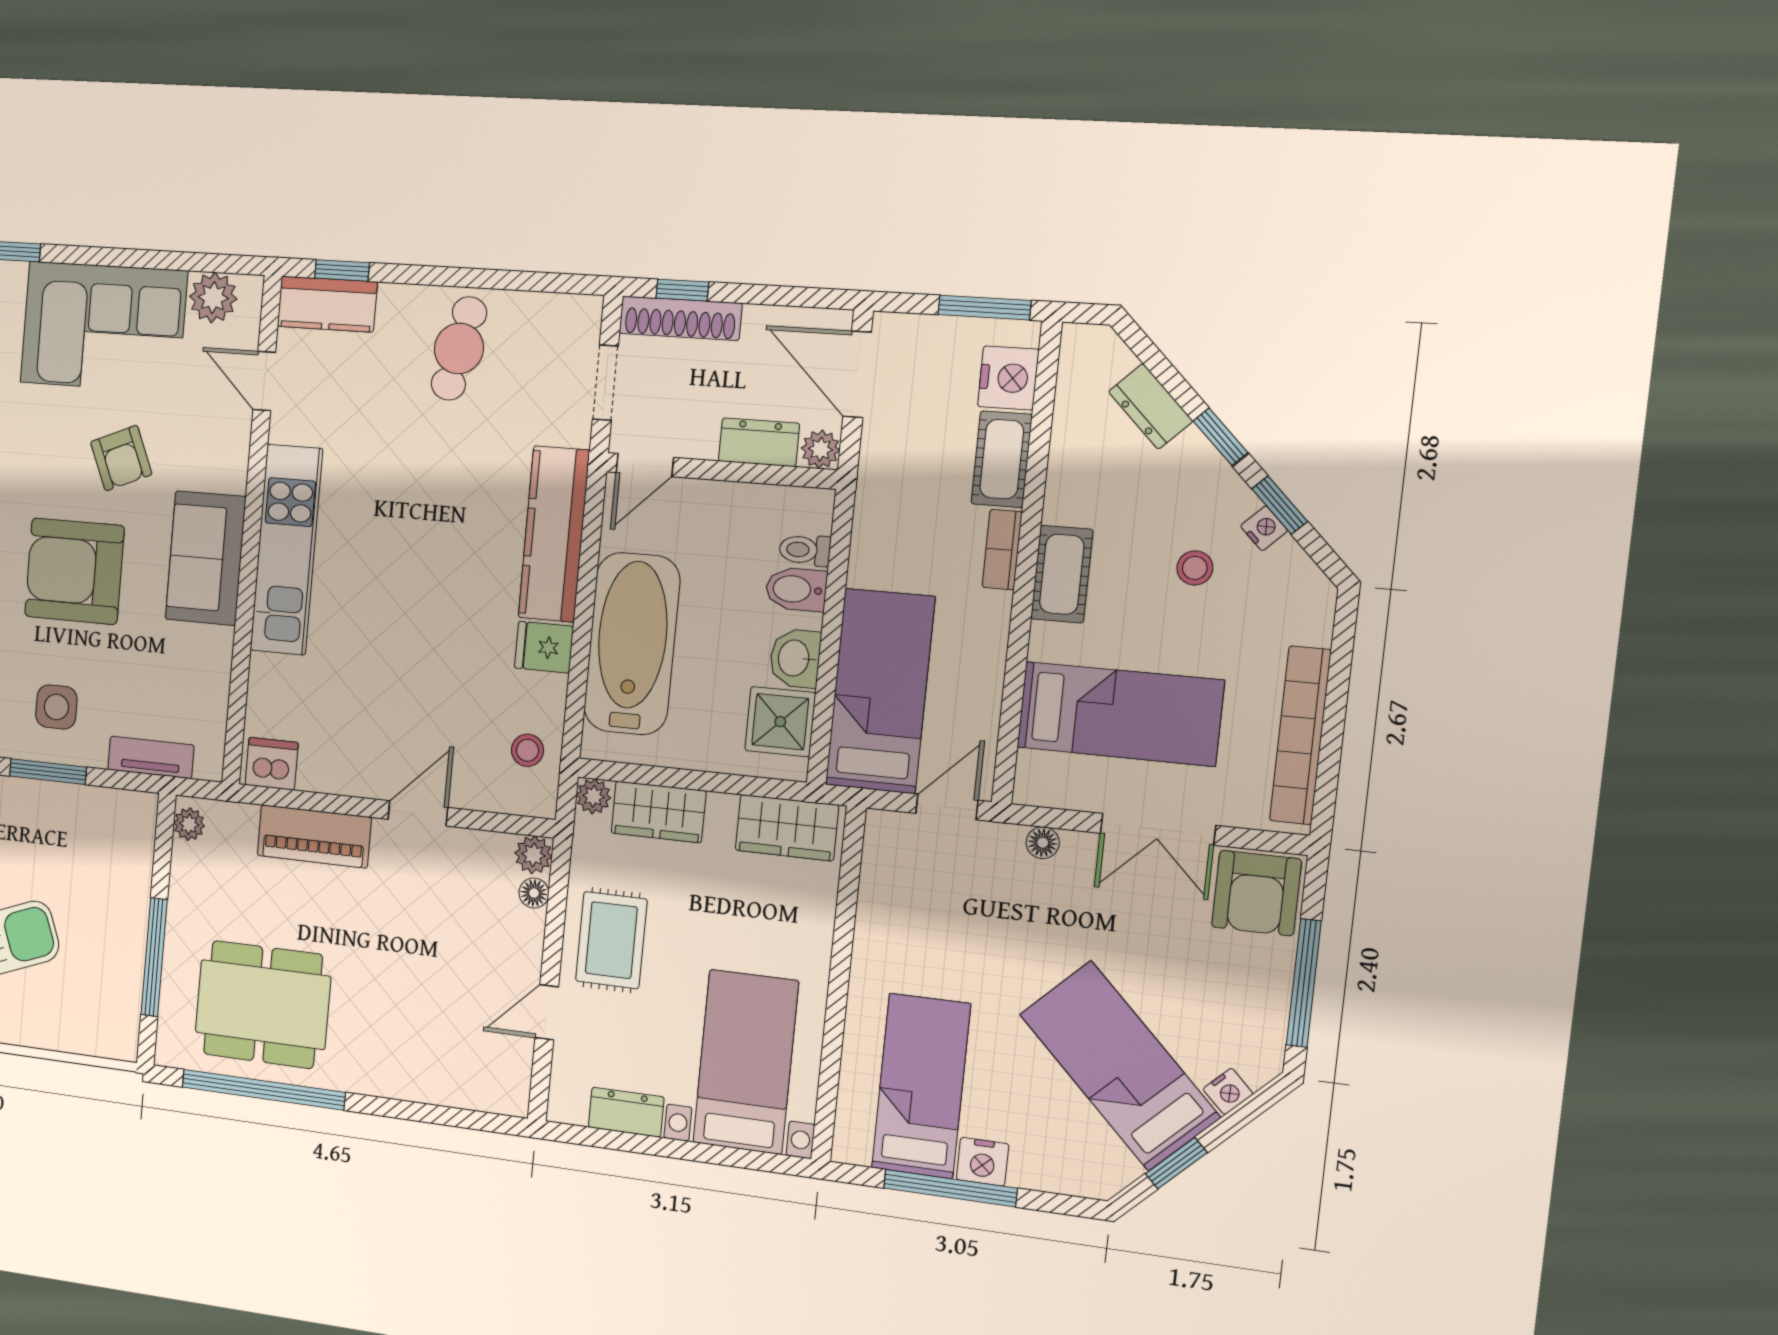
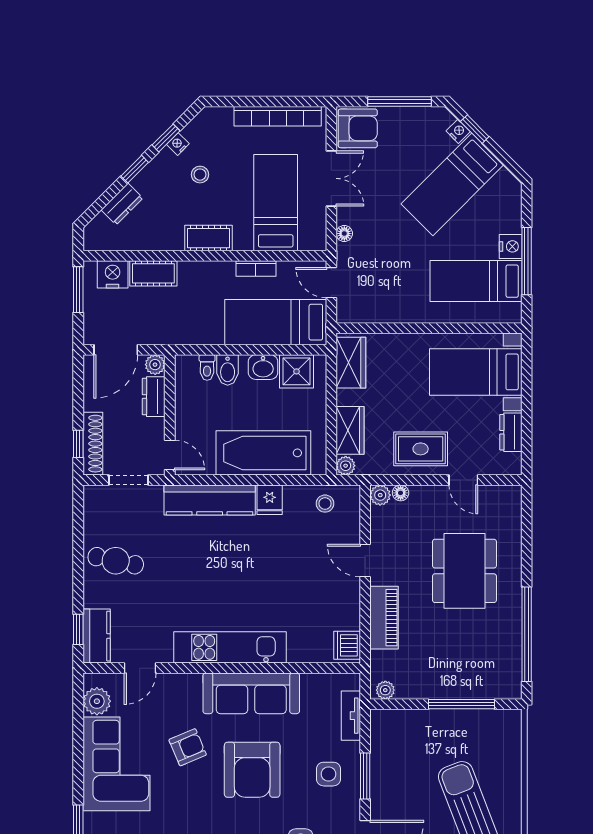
bookcase: (1002, 550) -> (256, 269), moved
sofa: (206, 558) -> (251, 693), width x1.36
dining table: (263, 1004) -> (464, 571), moved
window: (1176, 1163) -> (475, 129), moved

